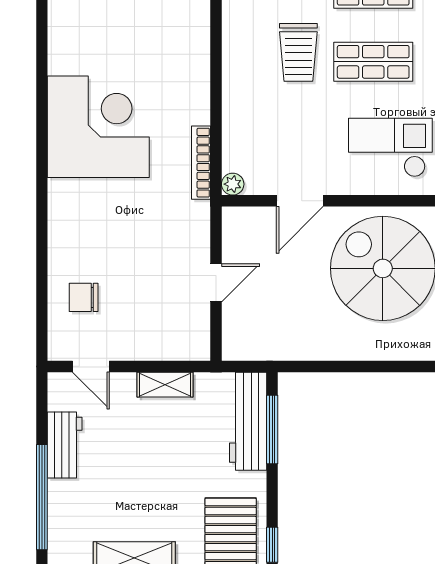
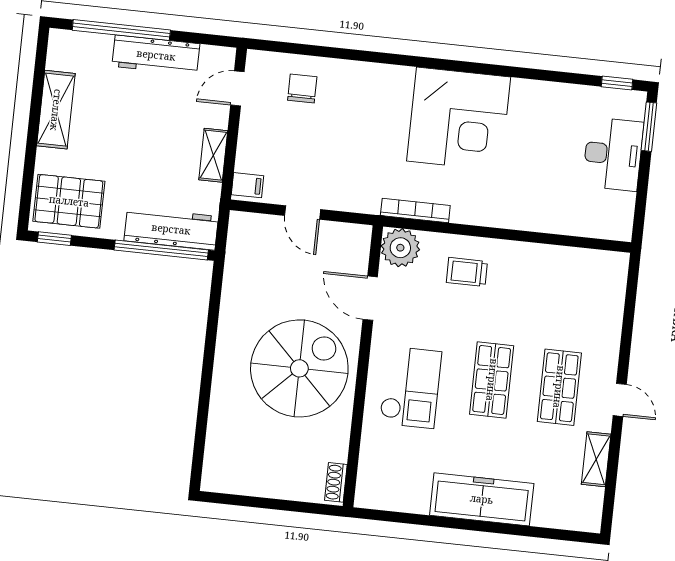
trolley: (298, 52) -> (467, 272), moved, width x0.73, depth x0.72
plant: (233, 184) -> (400, 248), width x1.88, depth x1.88
filing cabinet: (193, 345) -> (247, 185), added
window: (272, 429) -> (161, 250), width x1.46
workbench: (65, 445) -> (156, 55), width x1.37

